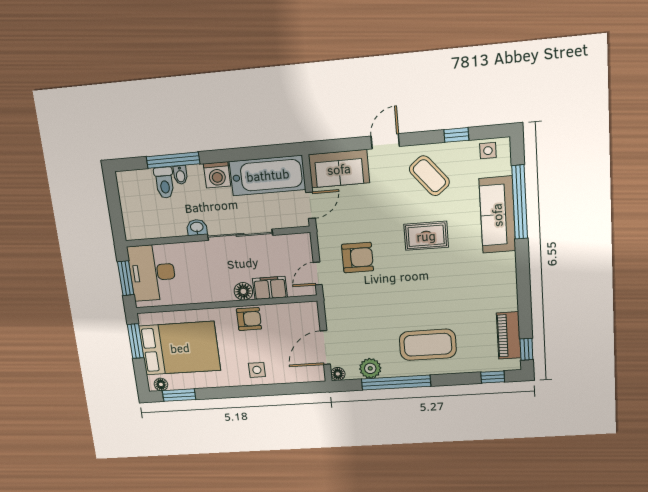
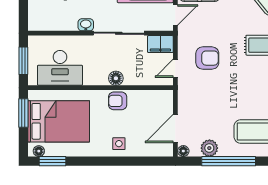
desk: (152, 273) -> (60, 68), moved, turned -90
filing cabinet: (270, 288) -> (160, 44), moved, turned 180
armchair: (249, 319) -> (118, 101), turned 180

